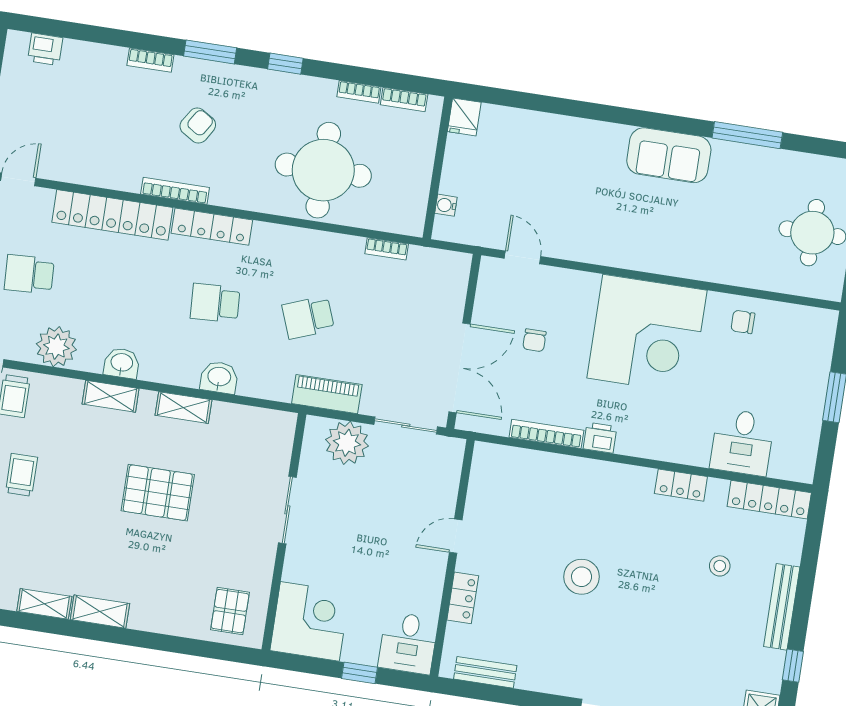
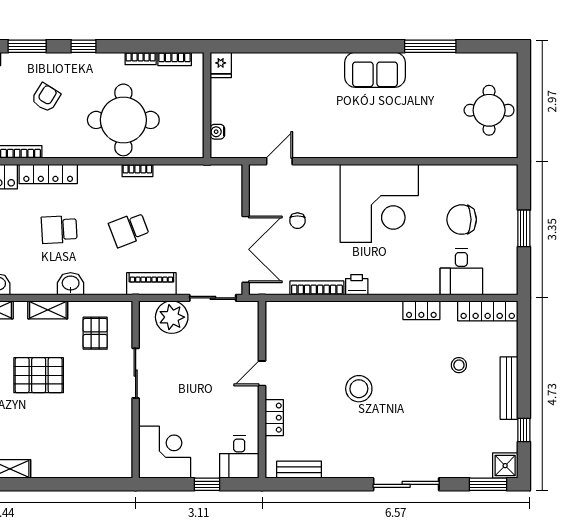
armchair: (198, 126) -> (46, 97), moved
bookcase: (387, 249) -> (137, 170), moved
door: (523, 257) -> (279, 161), hinge flipped
chair: (743, 322) -> (462, 220), moved, width x1.87, depth x1.87
pallet: (230, 611) -> (95, 333), moved

